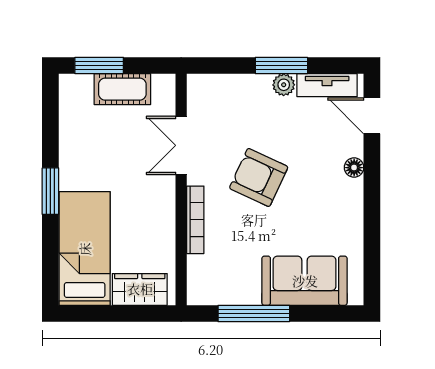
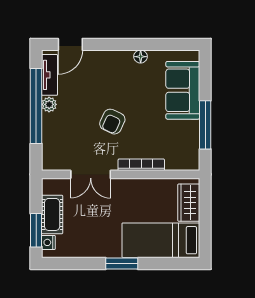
window: (281, 66) -> (36, 106), width x2.11
nightstand: (81, 84) -> (48, 242), added
floor lamp: (354, 168) -> (141, 57), moved
armchair: (259, 177) -> (112, 122), width x0.72, depth x0.72

